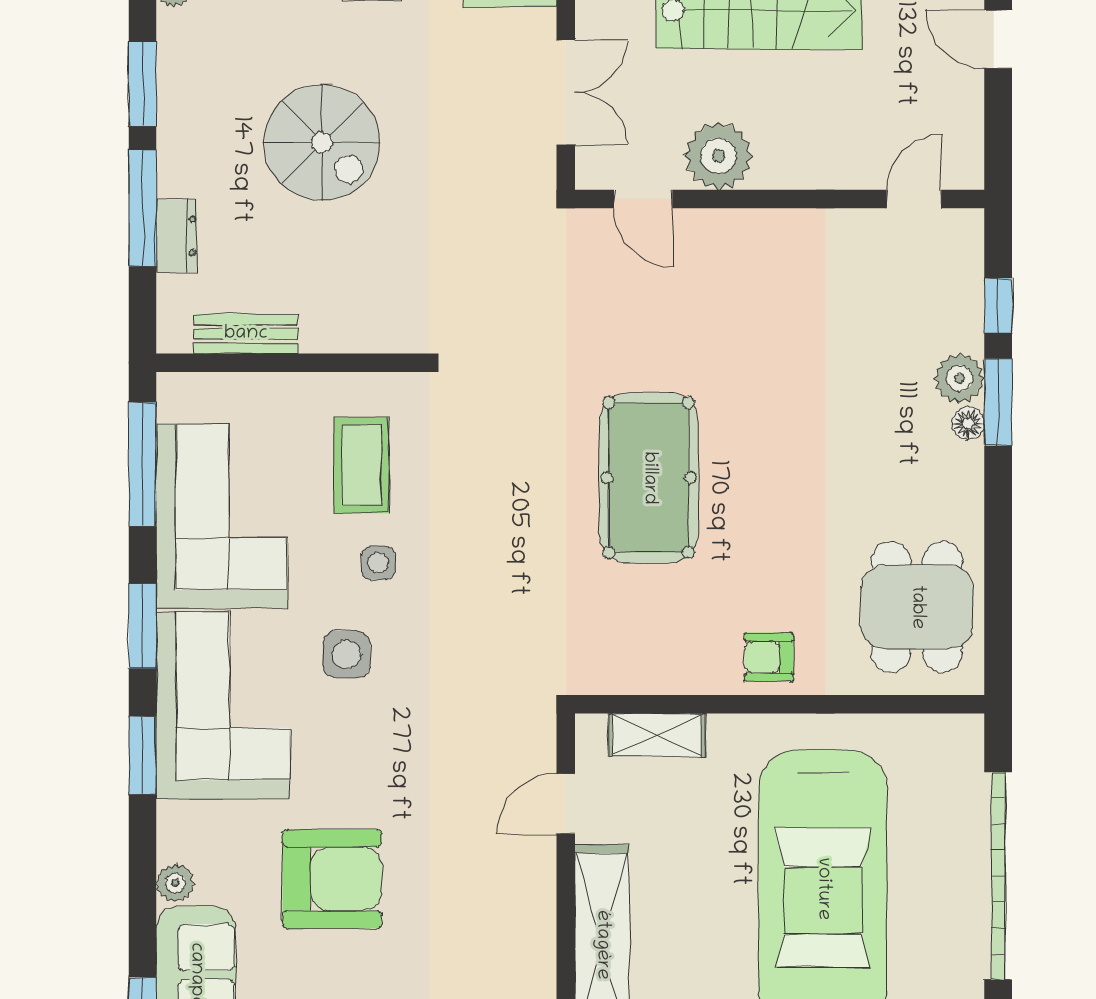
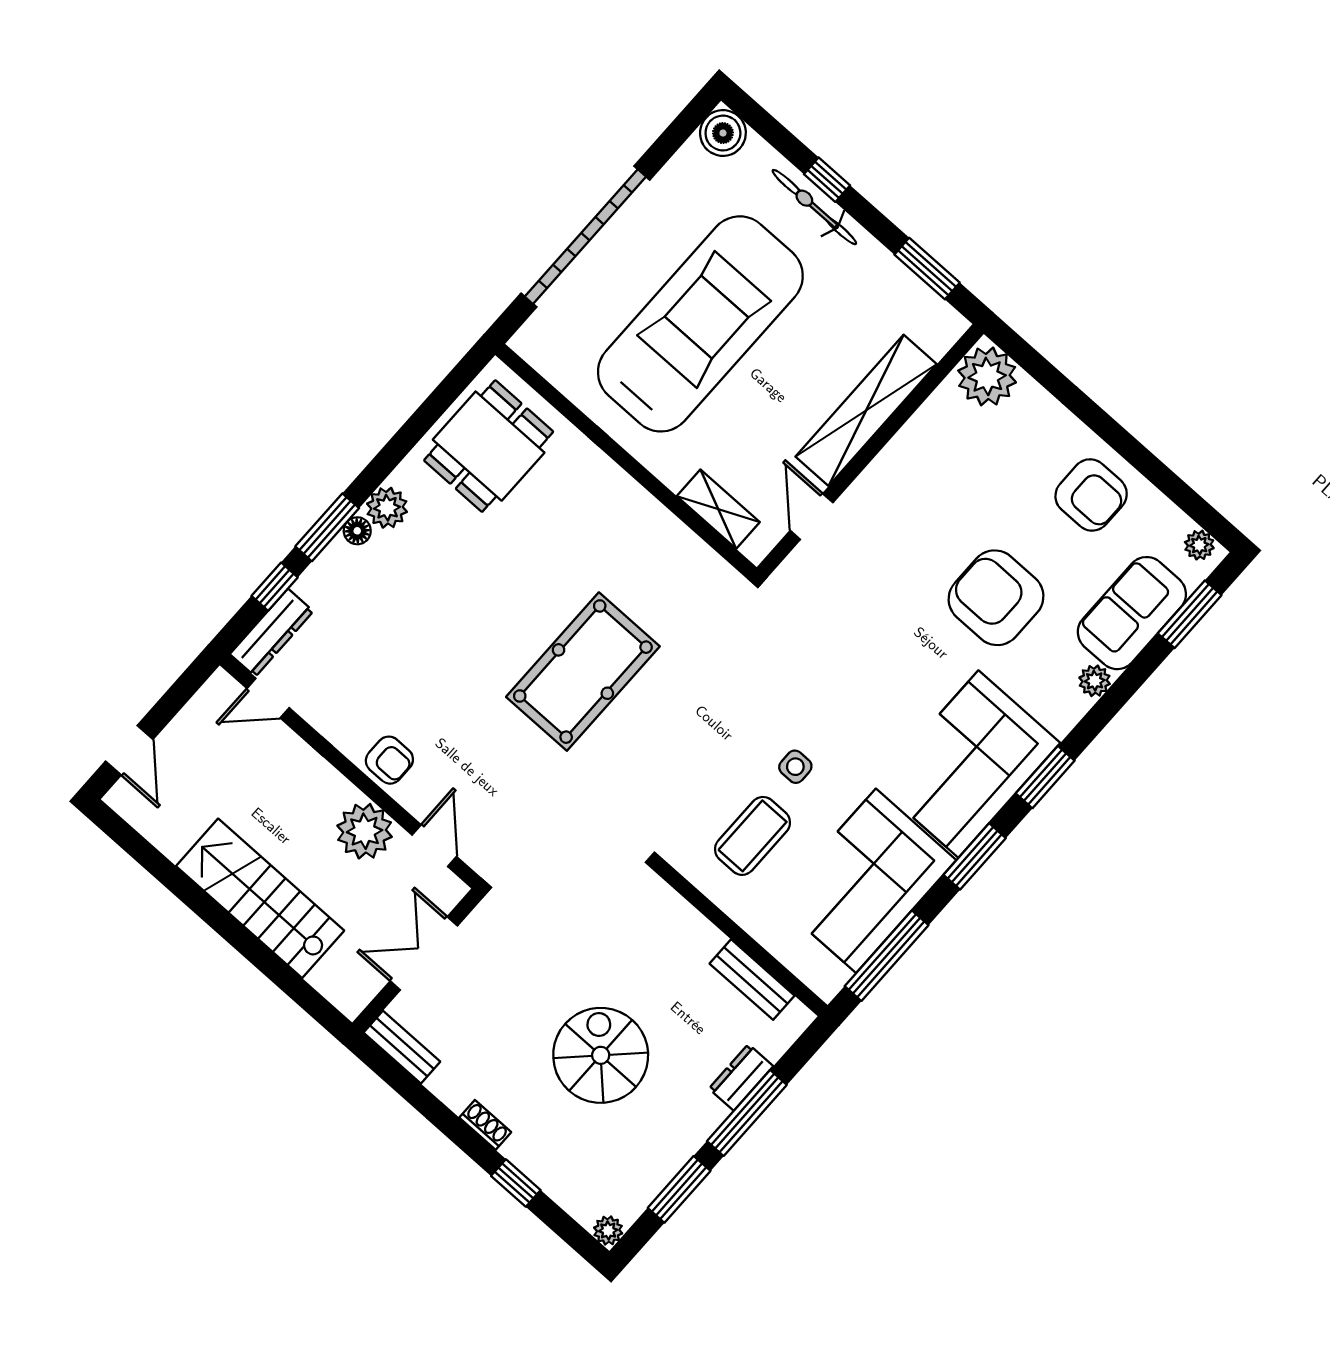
dresser: (964, 261) -> (272, 633), added
plant: (960, 378) -> (387, 508), moved
side table: (347, 654) -> (865, 728), removed
armchair: (769, 657) -> (389, 760), moved
door: (566, 804) -> (812, 517), swing flipped

